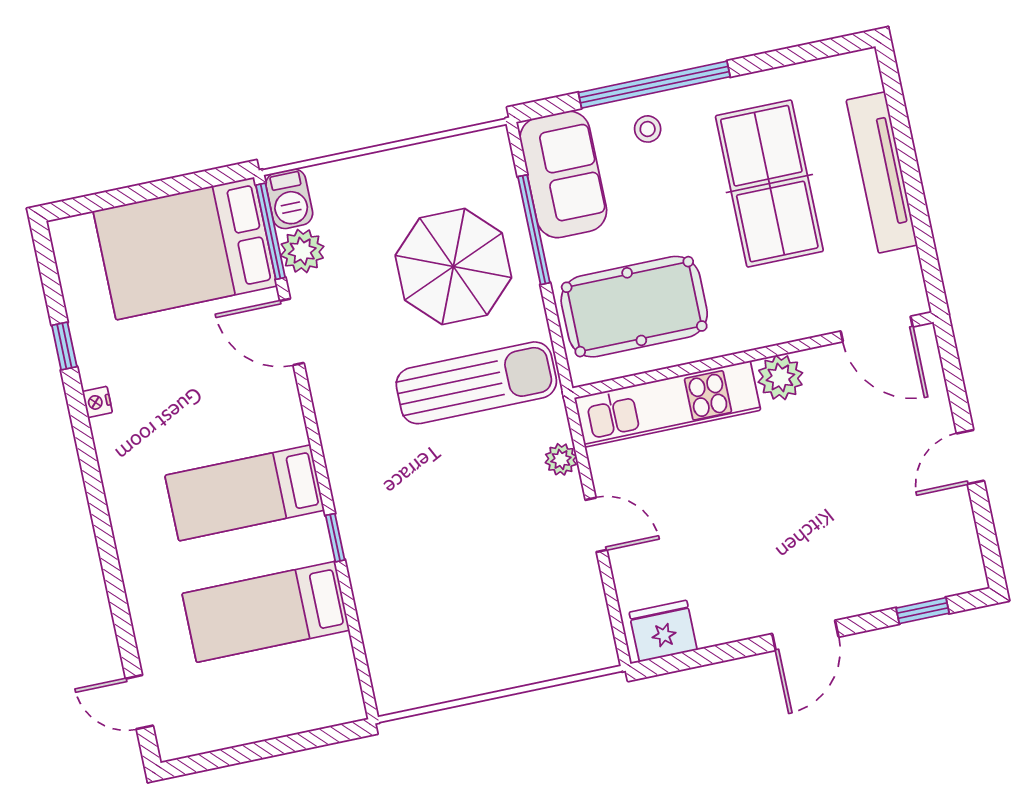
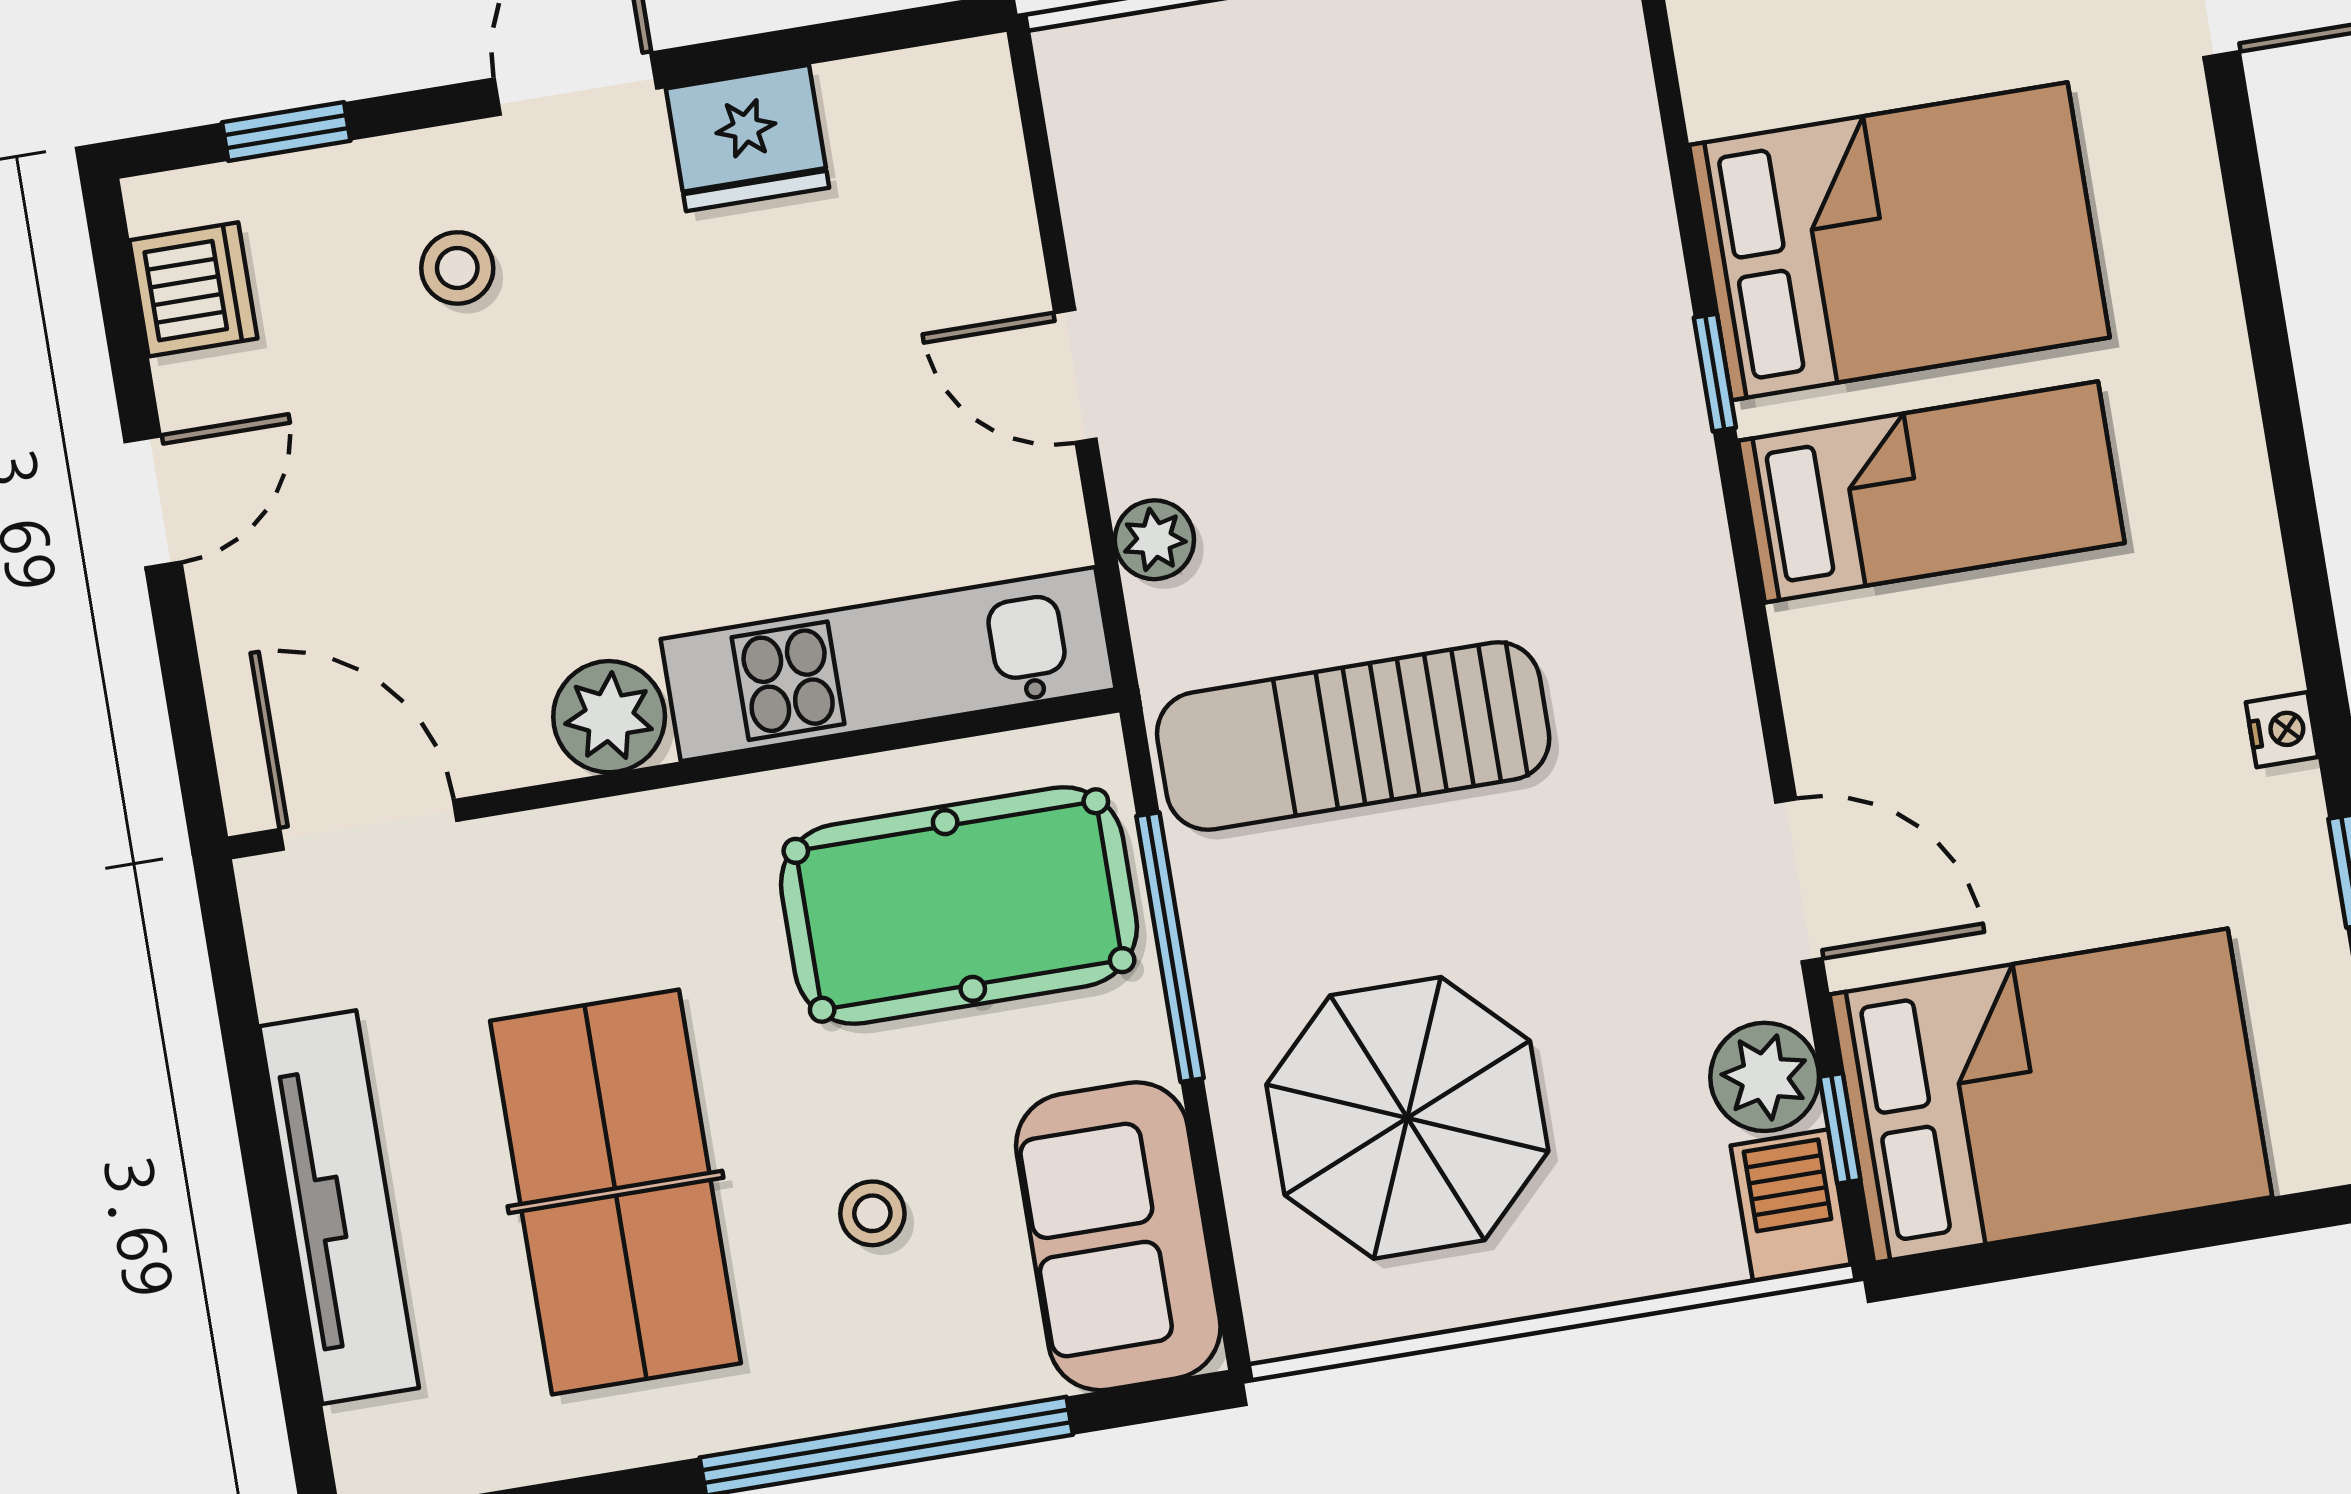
stool: (648, 129) -> (872, 1213), moved
window: (534, 230) -> (1170, 947), moved
window: (271, 231) -> (1840, 1128), width x0.46
parasol: (453, 266) -> (1407, 1118), moved
dishwasher: (958, 544) -> (193, 289), added
stool: (850, 558) -> (457, 268), added
bed: (266, 612) -> (1899, 241), width x1.50
fridge: (663, 631) -> (748, 138), moved

